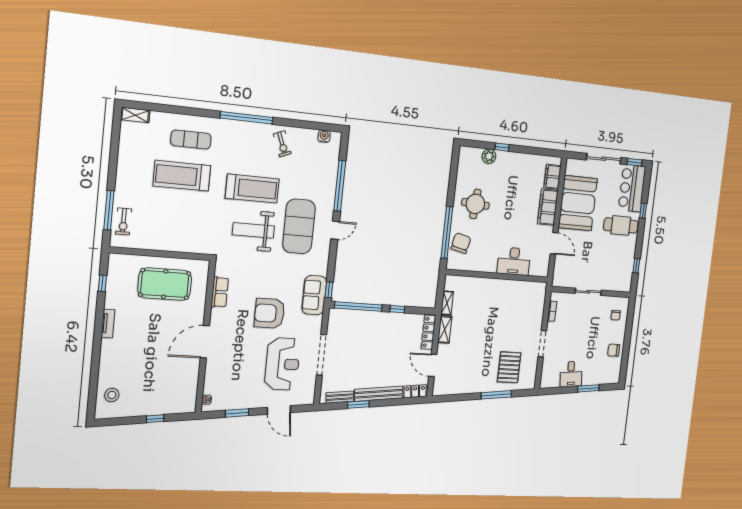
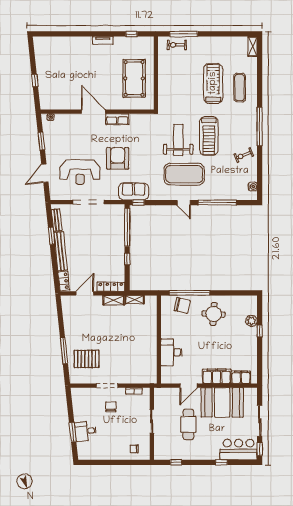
cafe table: (621, 225) -> (188, 424), moved
row of seats: (220, 292) -> (117, 119), moved
chair: (614, 350) -> (111, 407), moved
desk: (571, 374) -> (86, 431), moved
stool: (112, 395) -> (51, 48), removed

